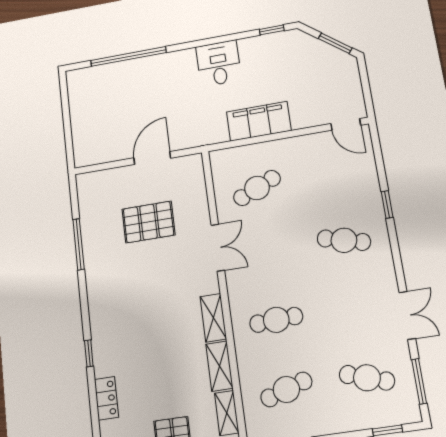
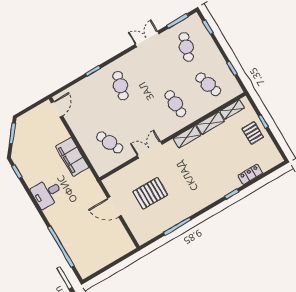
pallet: (148, 222) -> (150, 193), turned 90

